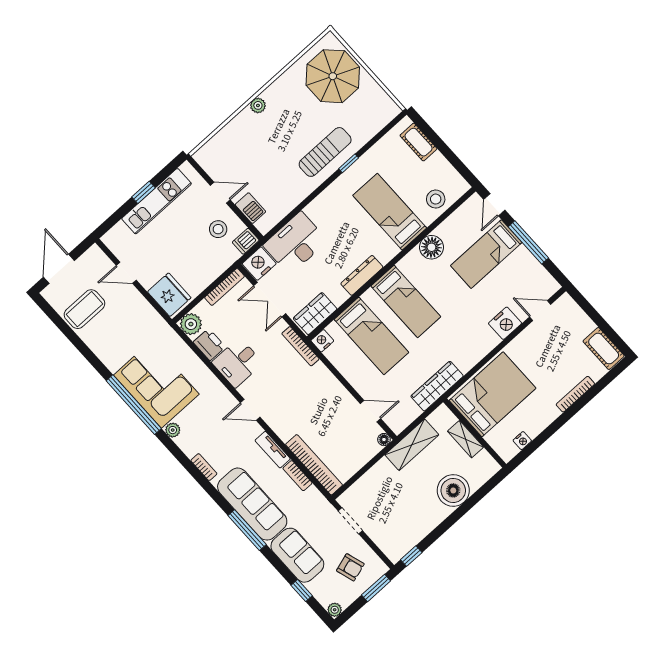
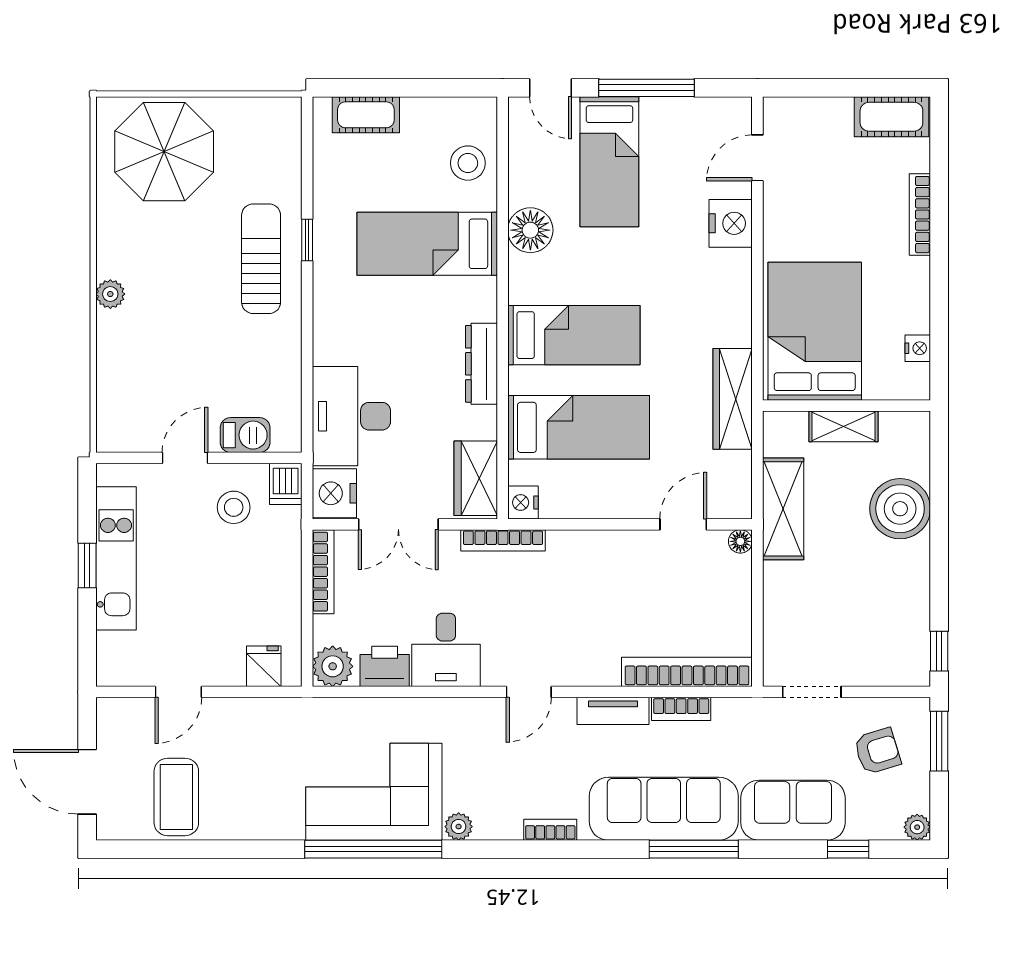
fridge: (169, 295) -> (264, 666), width x0.53, depth x0.75

